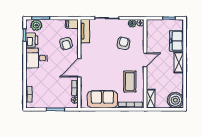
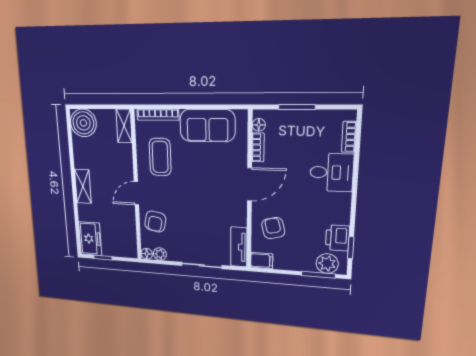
freezer: (177, 41) -> (90, 239), moved
armchair: (123, 43) -> (155, 222), moved
desk: (37, 58) -> (331, 172), moved

